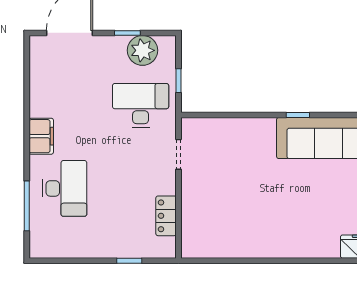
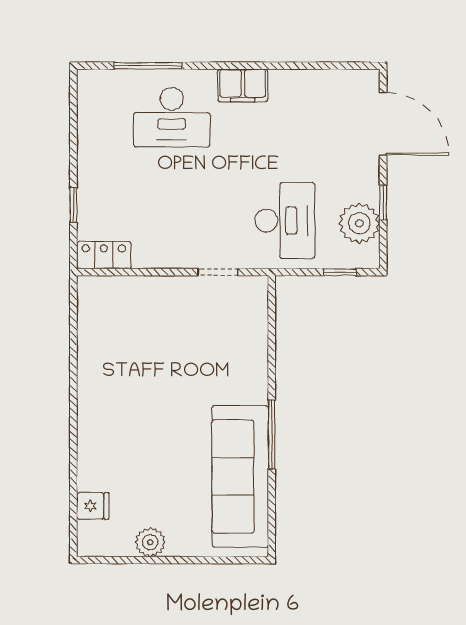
window: (179, 81) -> (340, 272), moved
window: (298, 115) -> (272, 434), width x2.17
locker: (166, 216) -> (104, 255), moved

